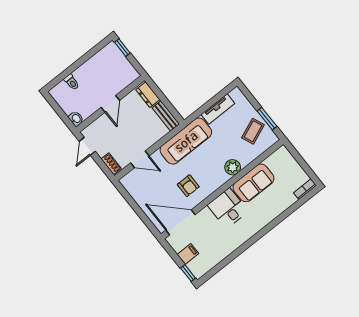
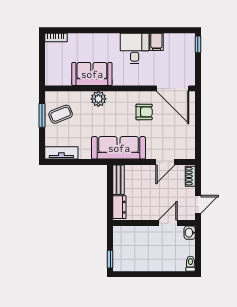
toilet: (72, 82) -> (190, 264), moved
door: (110, 104) -> (168, 223), moved
tv unit: (218, 109) -> (61, 153), moved
door: (140, 159) -> (165, 162), swing flipped
armchair: (188, 186) -> (144, 112), turned 90
desk: (228, 208) -> (135, 48), moved, turned 180
filing cabinet: (188, 254) -> (156, 42), moved, turned -90

